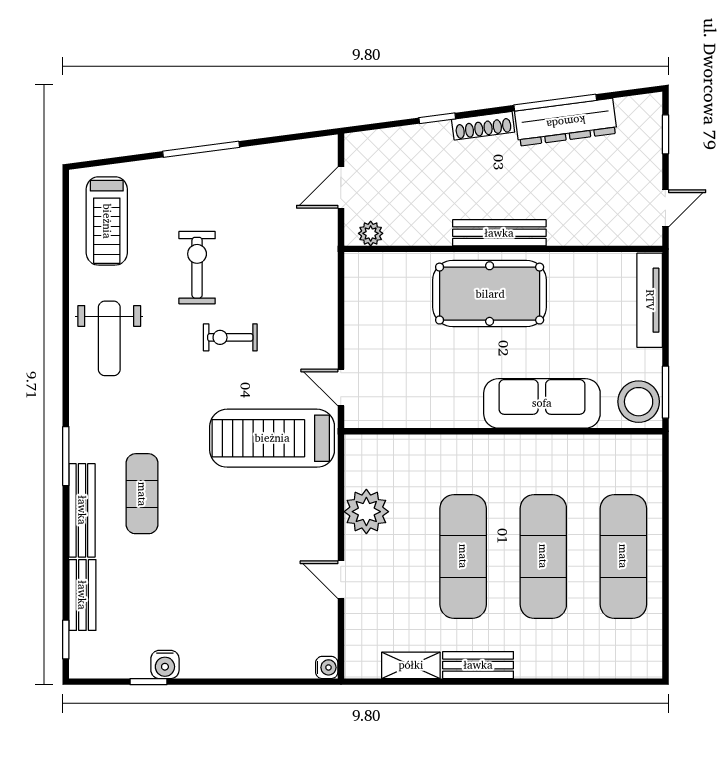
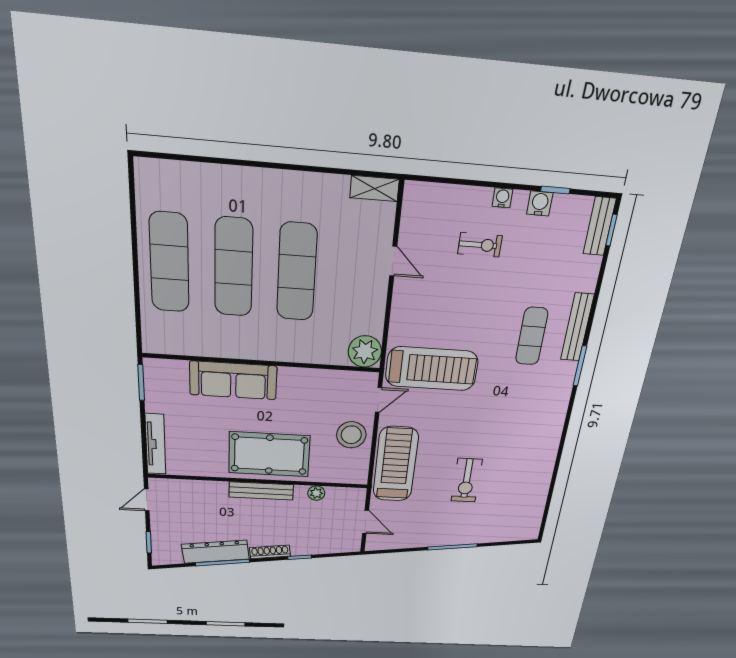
door: (341, 188) -> (365, 522), hinge flipped
treadmill: (107, 221) -> (396, 464), moved, width x1.37, depth x1.38
plant: (371, 233) -> (316, 493), moved
exercise bike: (230, 337) -> (480, 245), moved
weight bench: (109, 338) -> (533, 441), removed
door: (341, 387) -> (378, 400), hinge flipped
stool: (639, 402) -> (351, 435), moved
plant: (366, 512) -> (365, 351), moved
bench: (82, 595) -> (600, 226), moved
shelving: (411, 665) -> (375, 189), moved
bench: (478, 665) -> (289, 181), removed
water cooler: (327, 667) -> (502, 198), moved, turned 90

